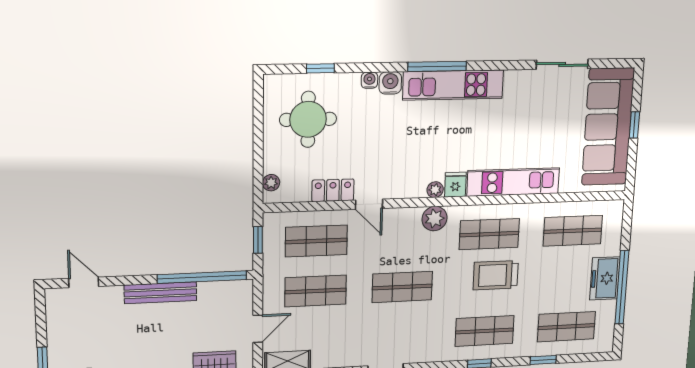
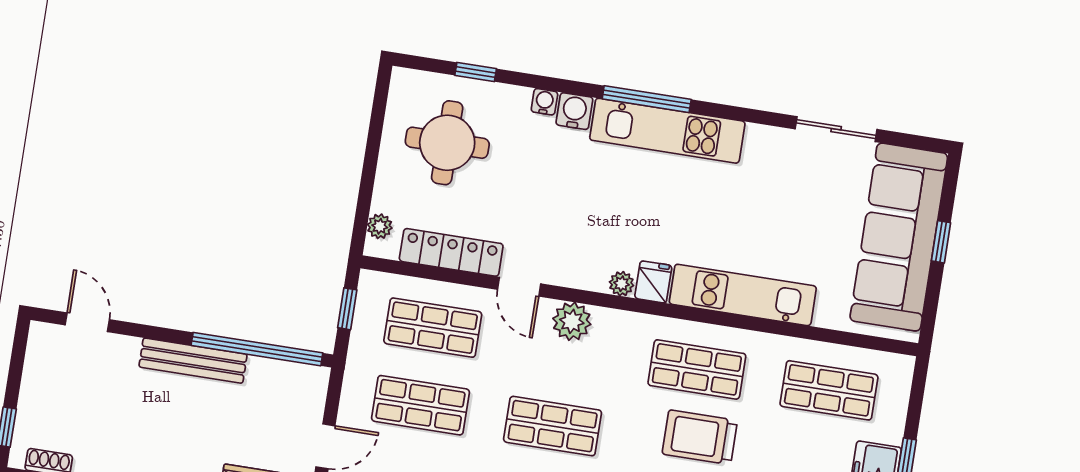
locker: (333, 190) -> (451, 252), width x1.53
plant: (435, 219) -> (572, 321), moved

